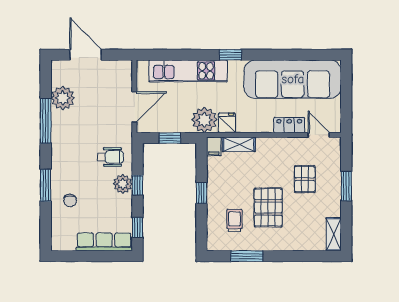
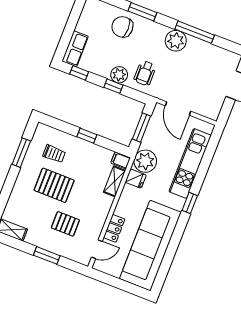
plant: (63, 98) -> (176, 41), moved
window: (170, 138) -> (141, 127), width x1.50
chair: (70, 200) -> (122, 27), width x1.87, depth x1.87
row of seats: (104, 242) -> (75, 49), width x0.68

